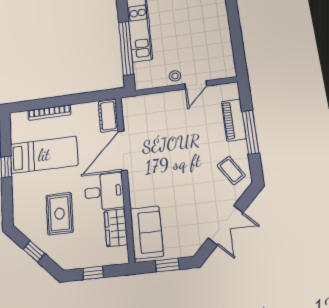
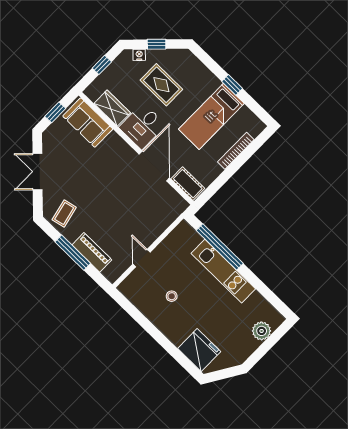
stool: (175, 76) -> (172, 296), moved
coffee table: (231, 170) -> (64, 213), turned -71
nightstand: (55, 255) -> (139, 55), added

